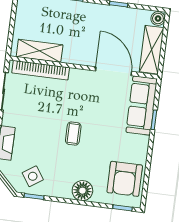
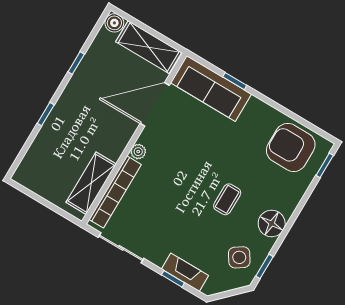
plant: (76, 74) -> (138, 152), added
coffee table: (73, 134) -> (227, 199), moved, turned 90
armchair: (125, 179) -> (291, 147), turned 180
floor lamp: (82, 191) -> (272, 223), moved

